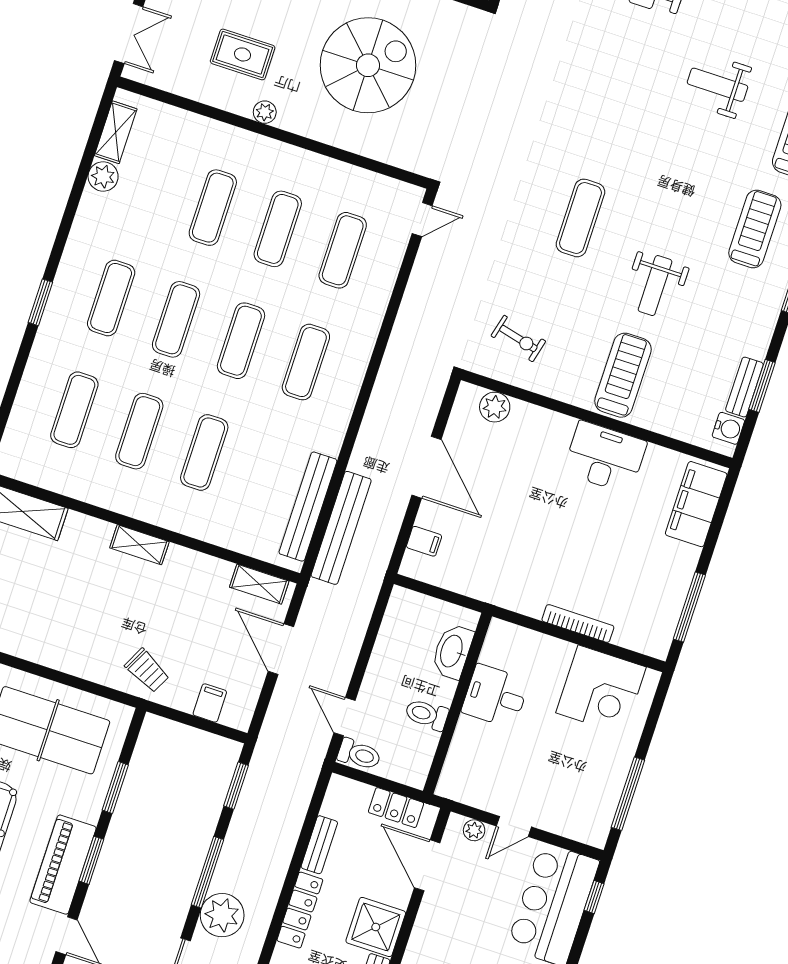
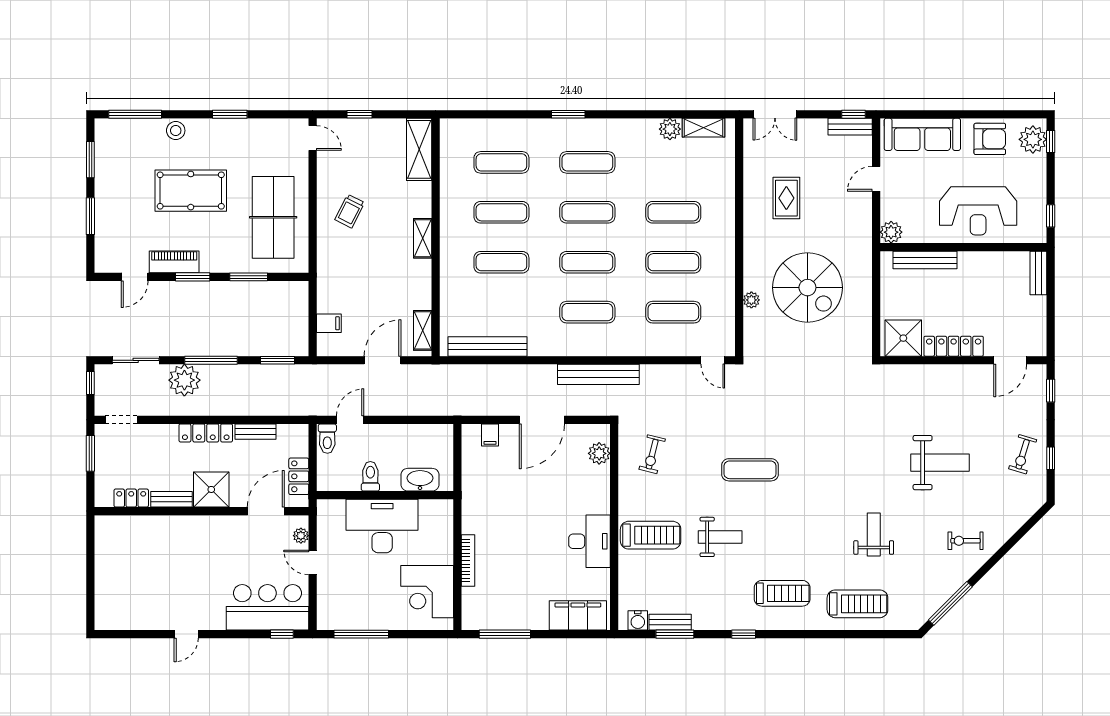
plant: (265, 112) -> (751, 300), moved
weight bench: (655, 286) -> (720, 537), turned 180
bench: (341, 528) -> (598, 374), moved
trolley: (147, 671) -> (350, 211), moved
desk: (495, 696) -> (382, 526), width x1.87, depth x1.30
piano: (63, 865) -> (174, 262), width x0.73, depth x0.75

